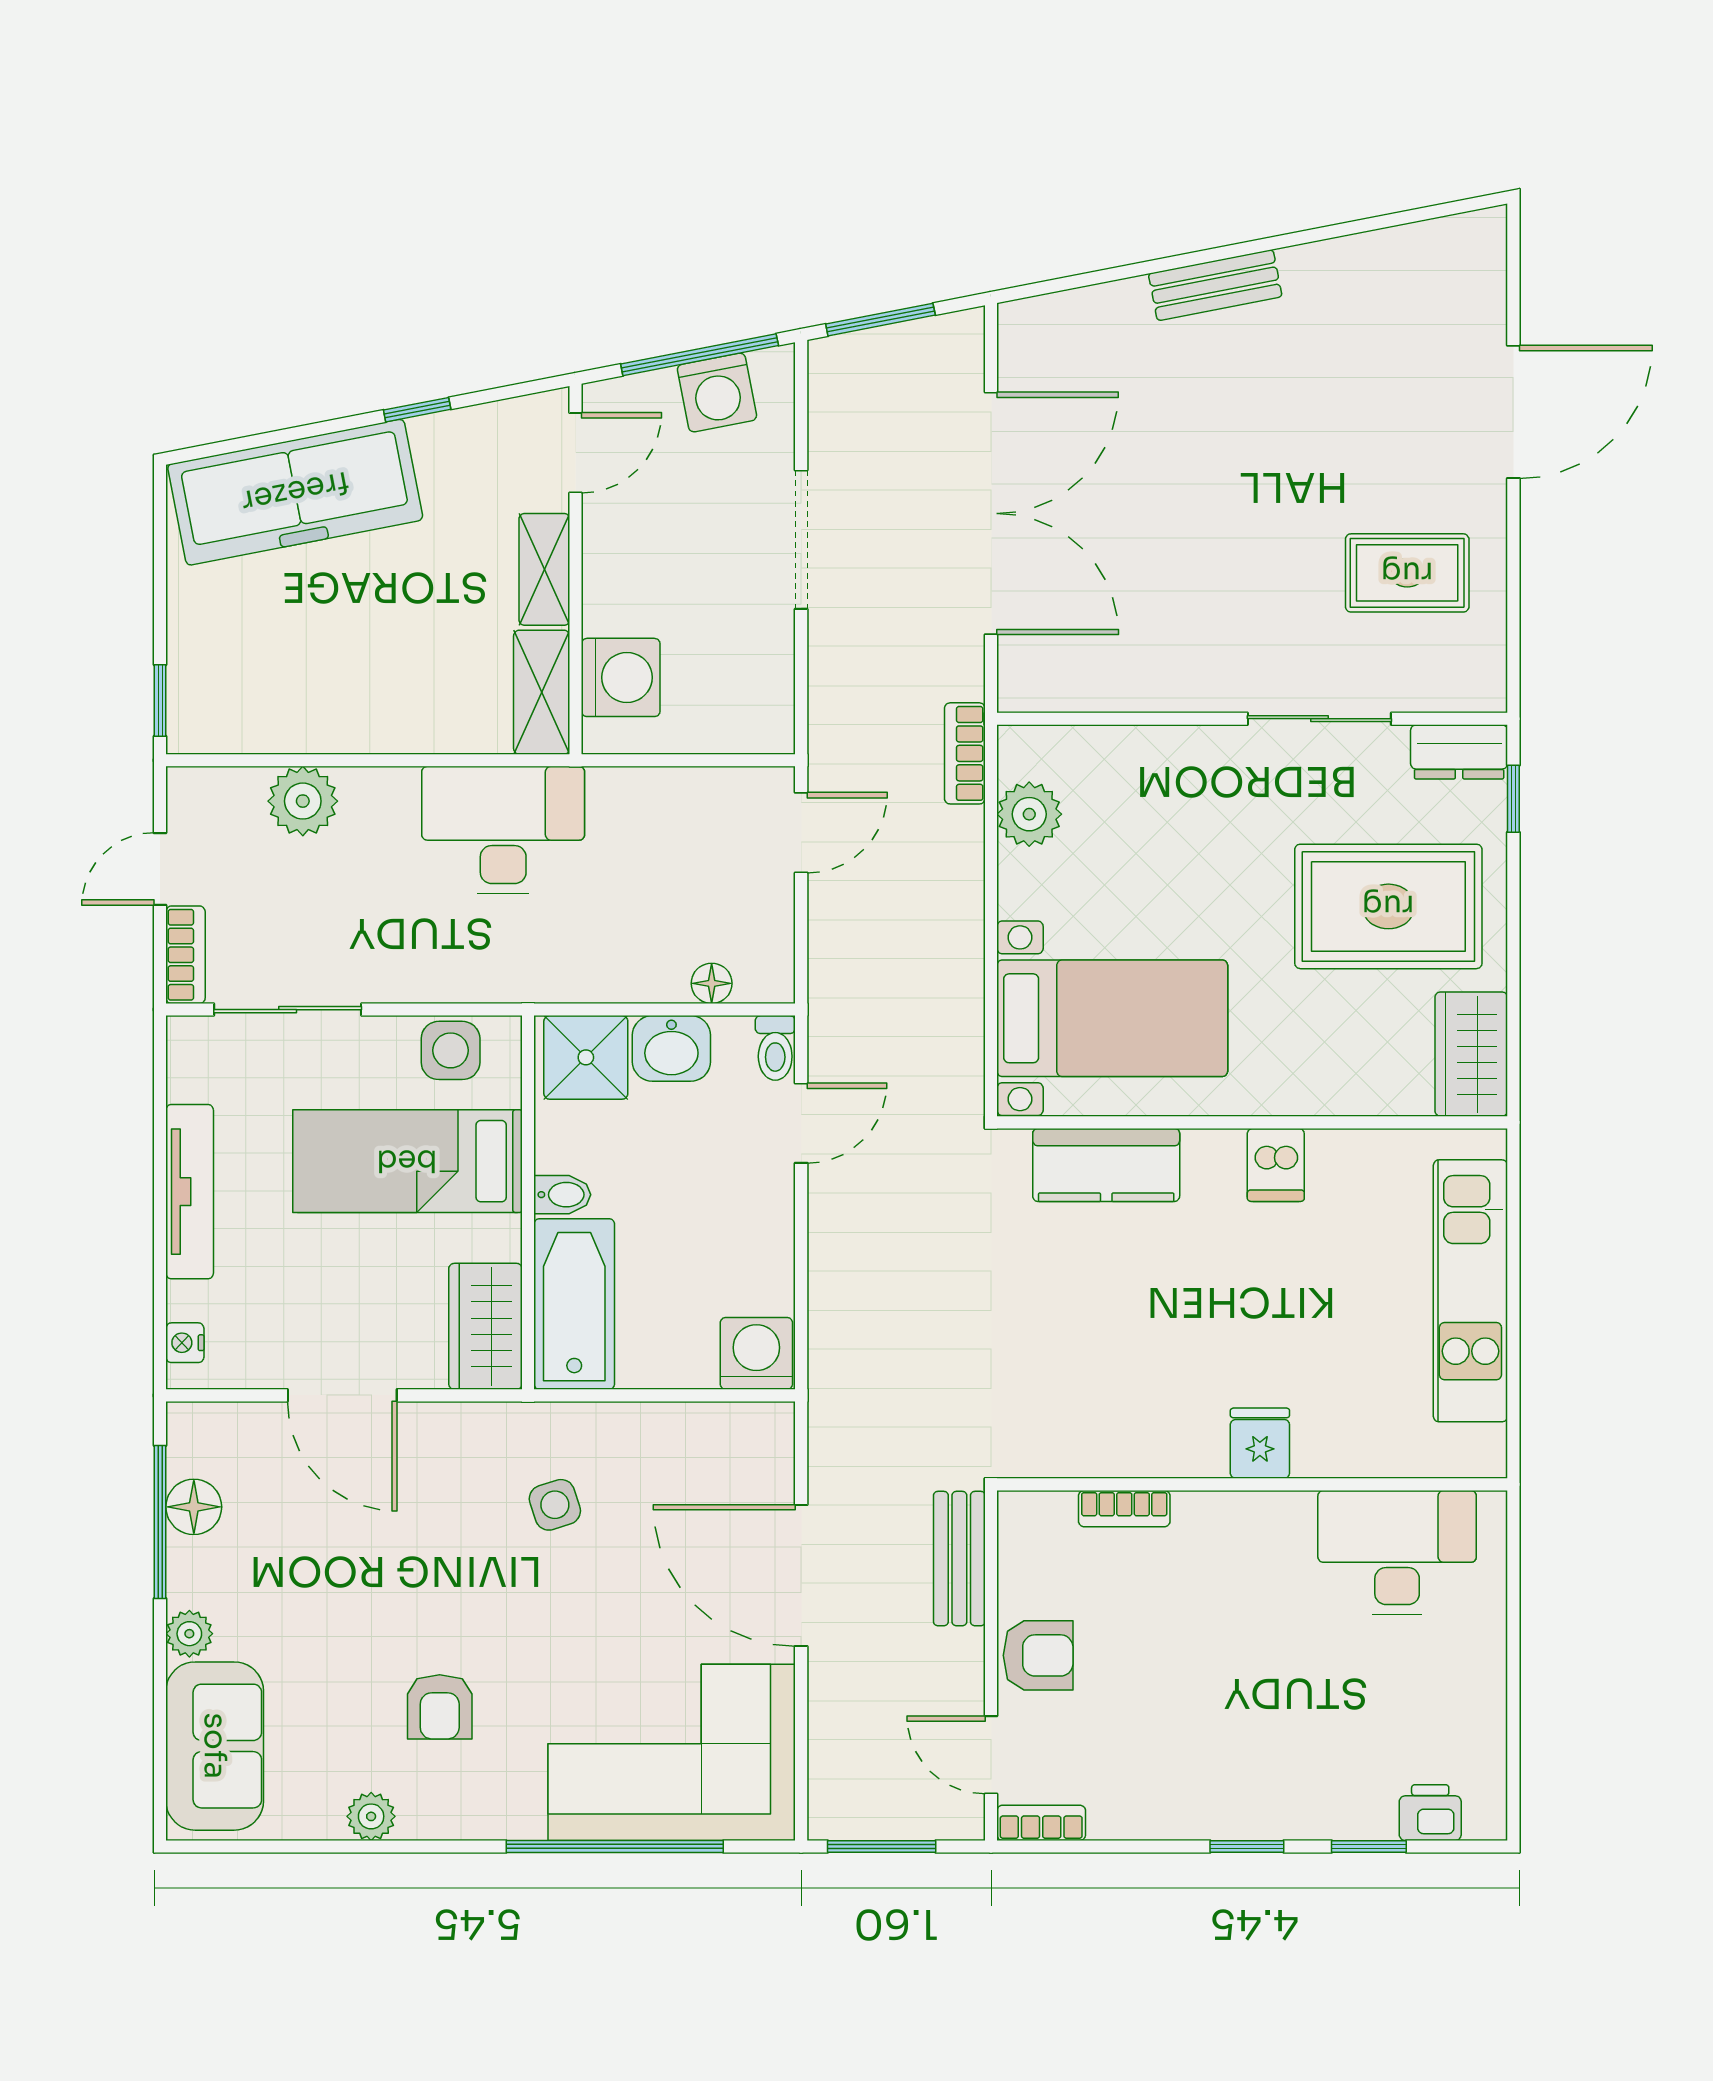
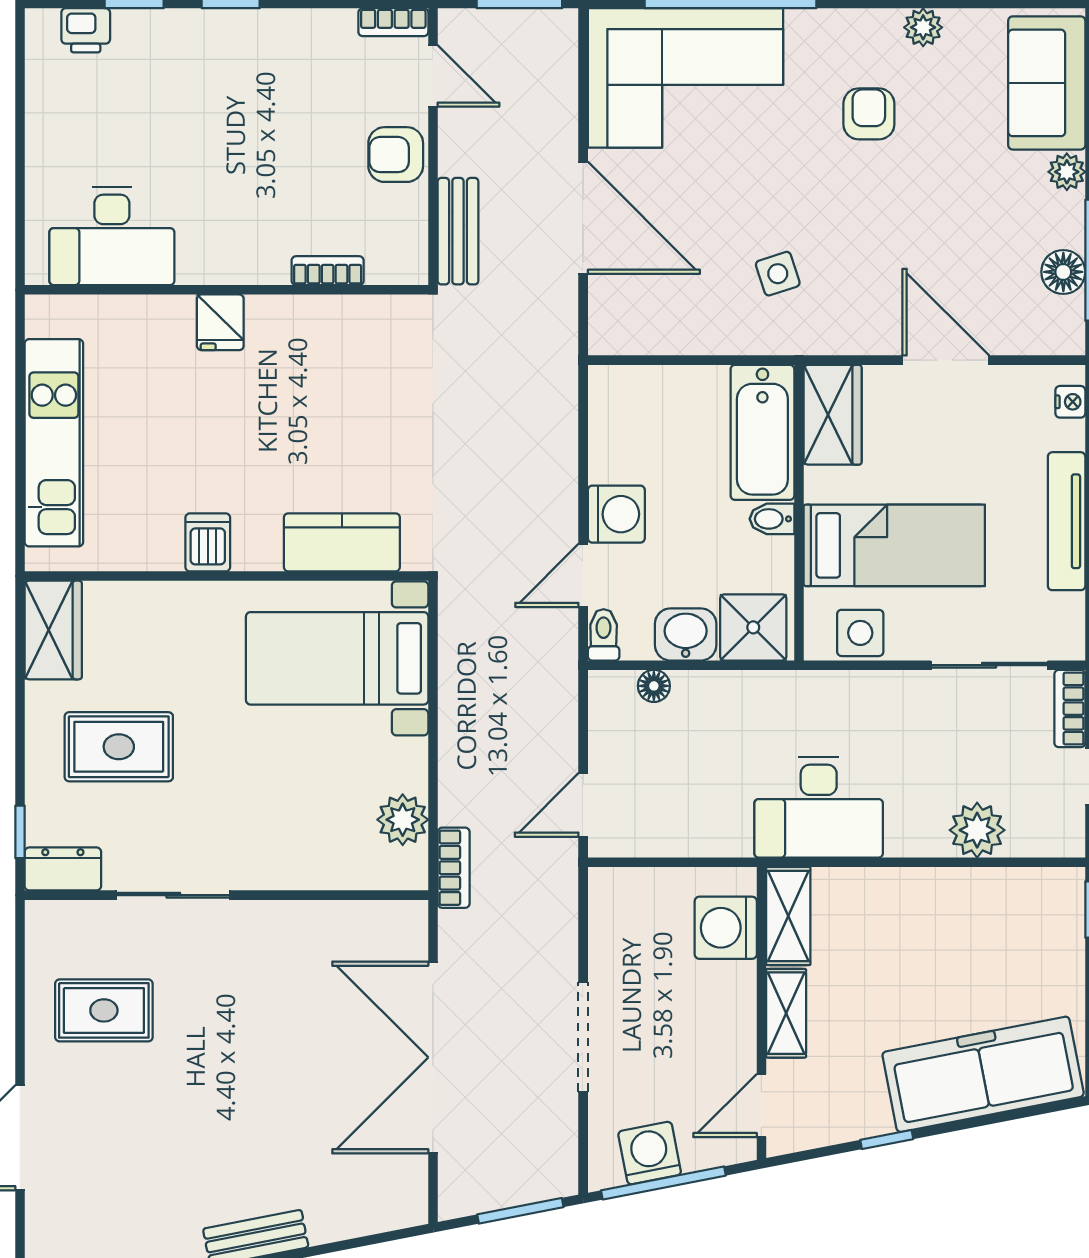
rug: (1388, 906) -> (119, 747), width x0.73, depth x0.70
washing machine: (756, 1353) -> (616, 514), moved, turned -90

